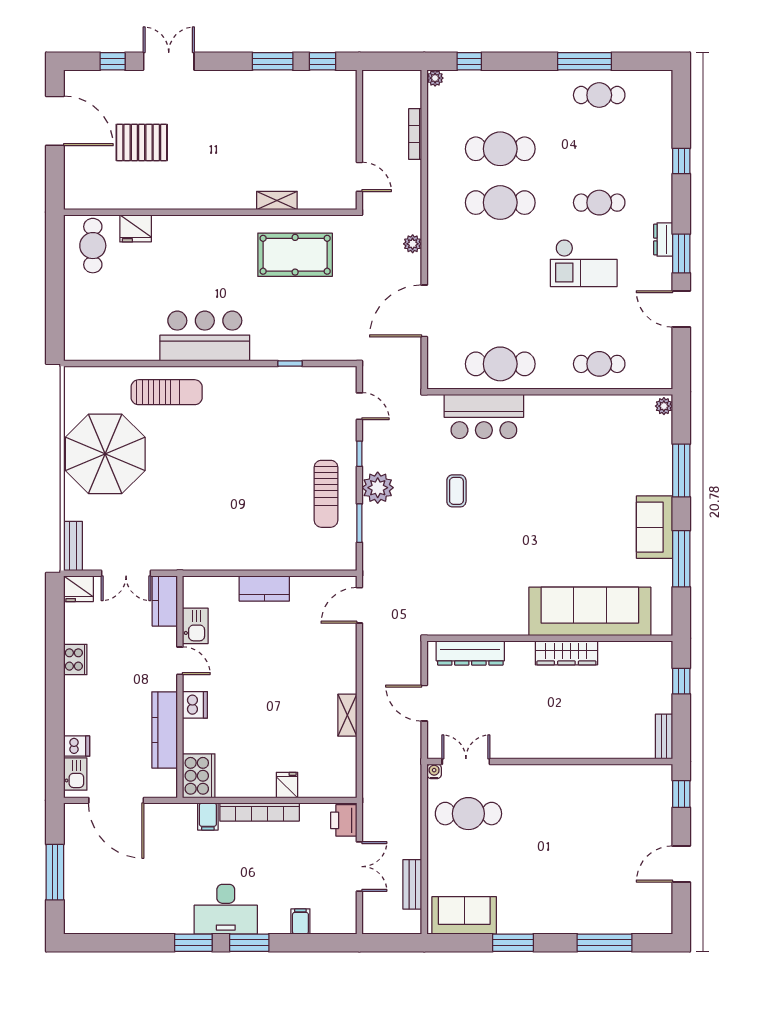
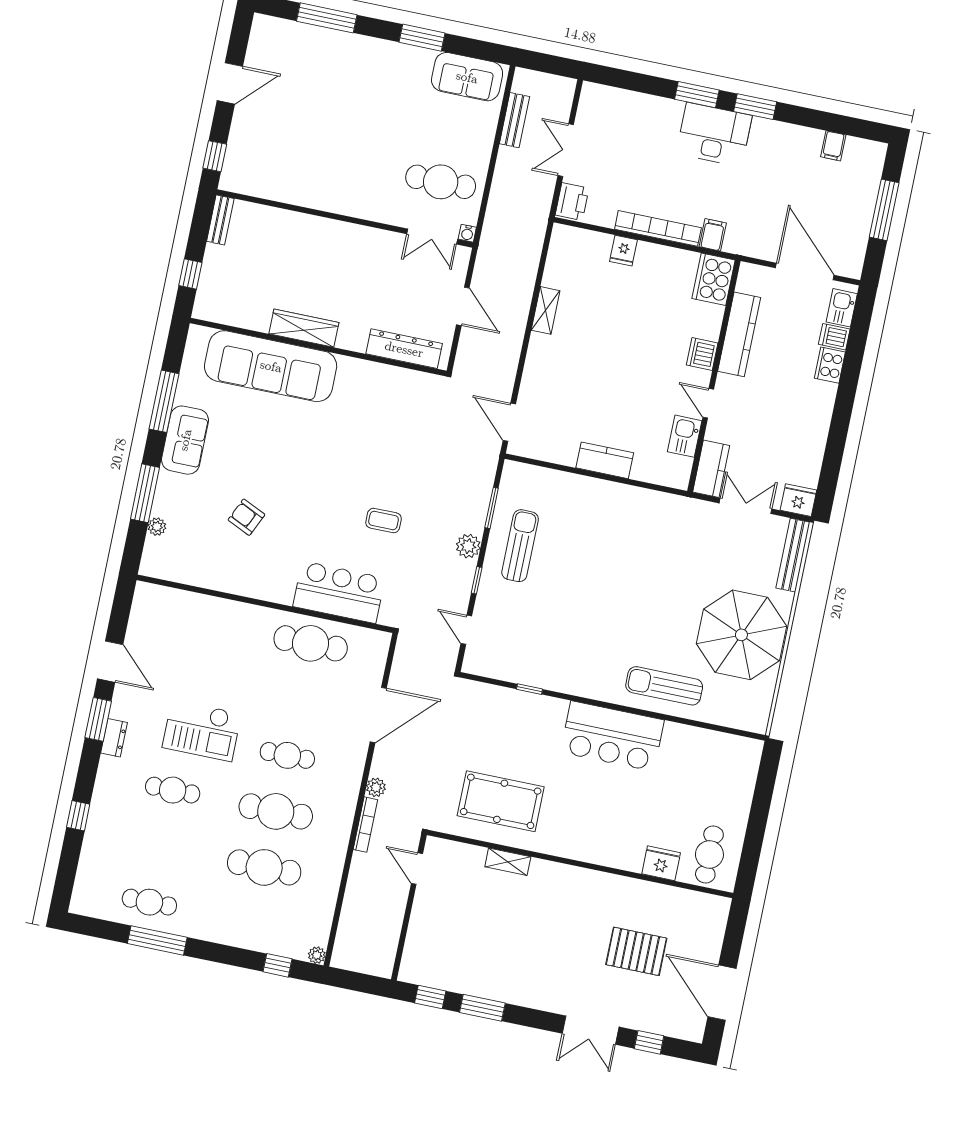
bookcase: (415, 134) -> (365, 825), moved
checkout: (584, 263) -> (202, 730), turned 180
cafe table: (599, 364) -> (287, 755), moved
plant: (664, 406) -> (157, 527), moved
armchair: (583, 468) -> (246, 517), added
plant: (378, 488) -> (468, 546), width x0.73, depth x0.73
coffee table: (456, 491) -> (384, 520), turned 90
bench: (73, 546) -> (793, 555), width x1.36
door: (359, 605) -> (509, 422), swing flipped
cooker: (75, 659) -> (830, 365), moved
filing cabinet: (300, 921) -> (833, 146), moved

